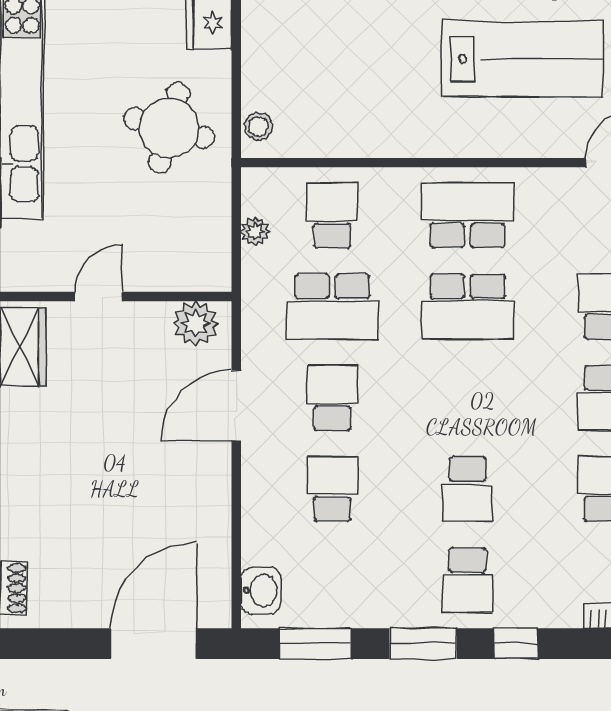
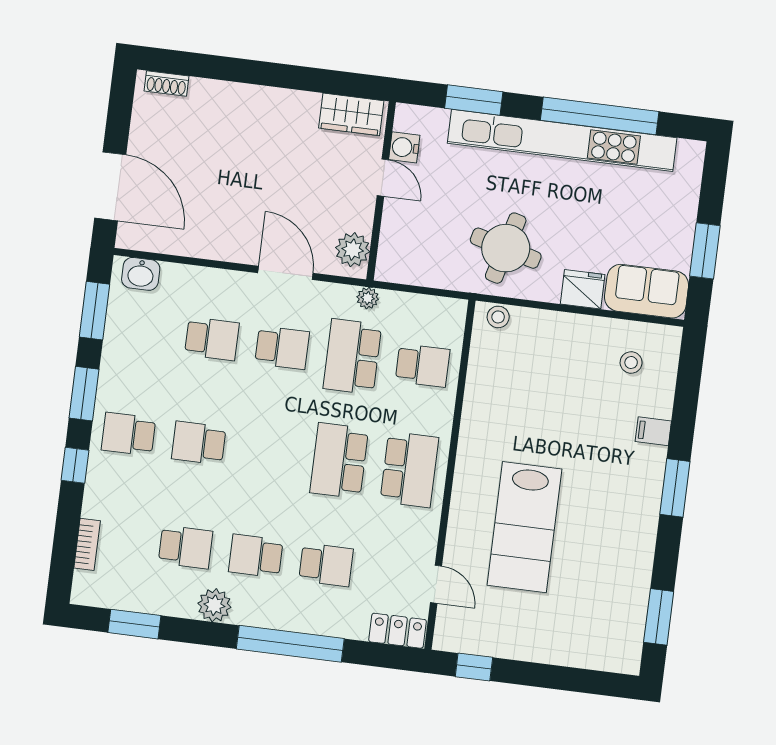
plant: (255, 231) -> (368, 298), moved
water cooler: (56, 274) -> (404, 147), added

